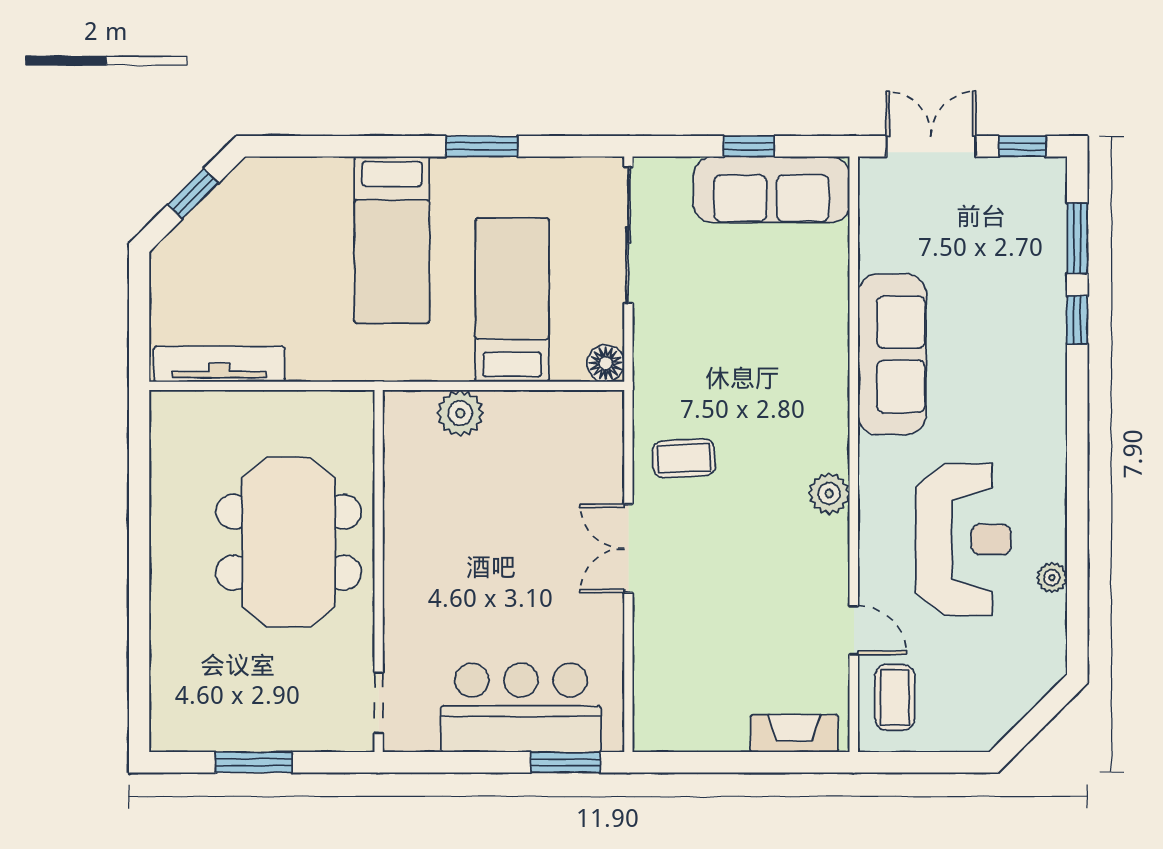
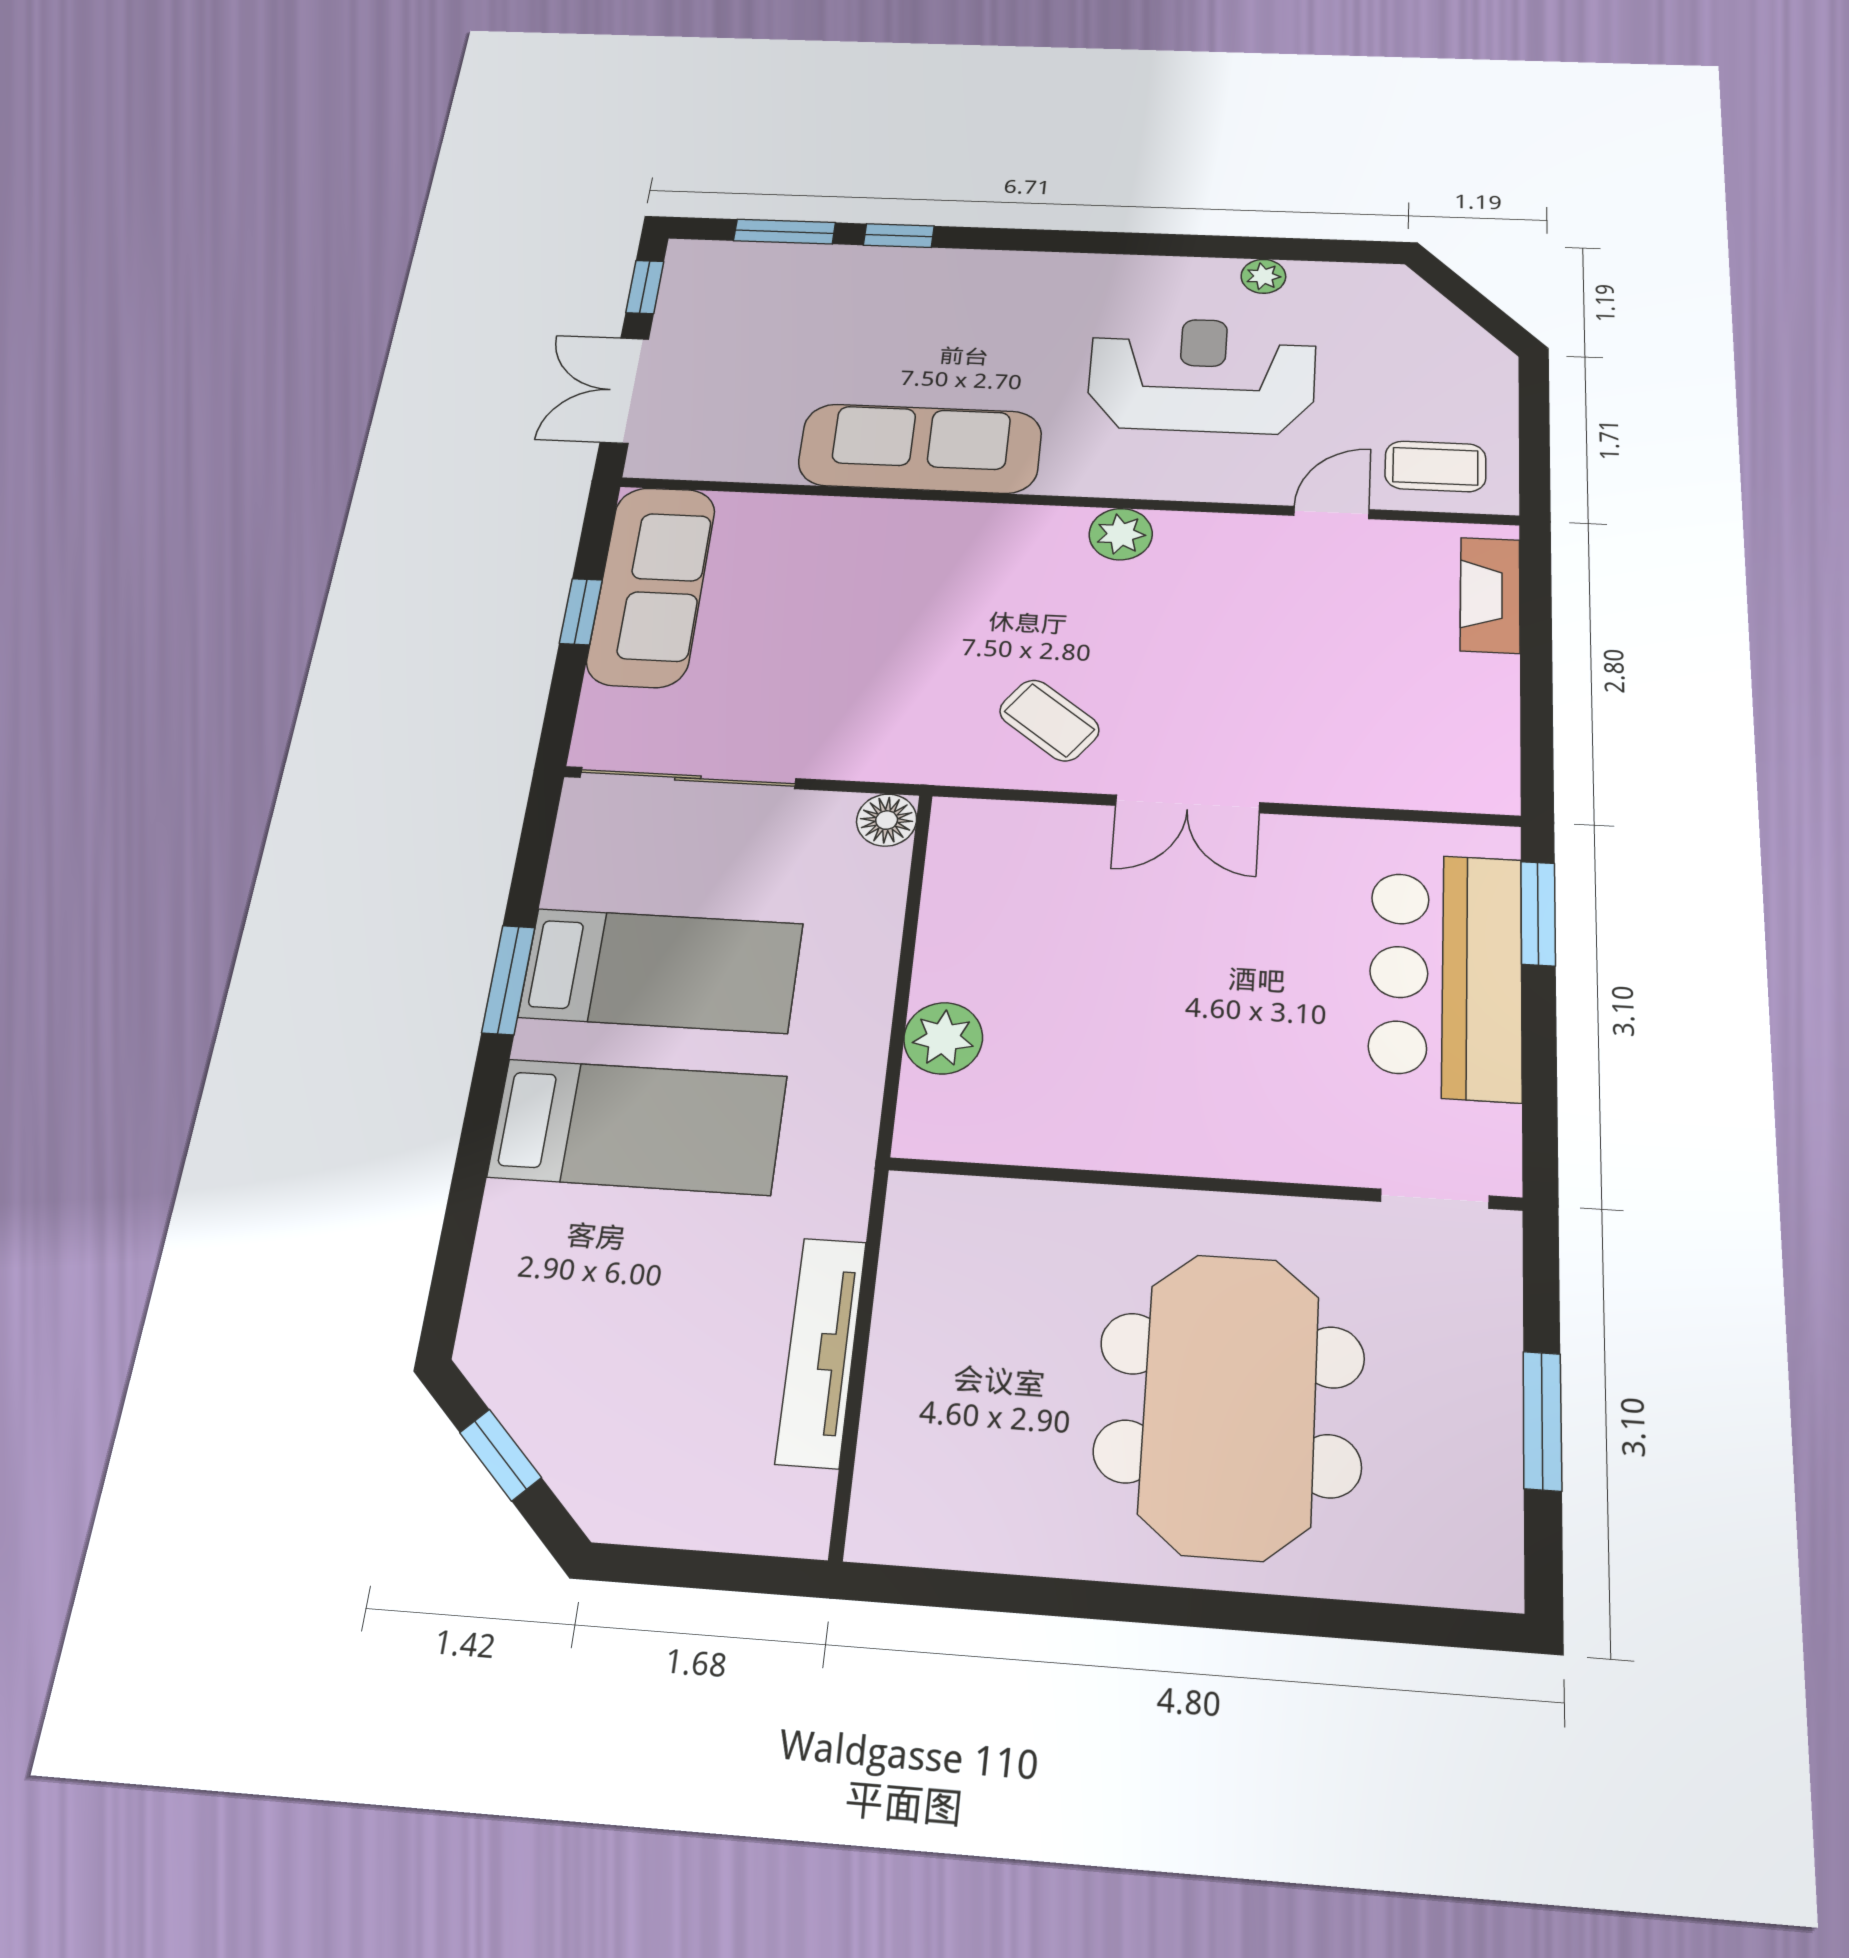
bed: (512, 300) -> (661, 970), moved, turned 180
tv unit: (219, 364) -> (821, 1351), moved
coffee table: (684, 458) -> (1049, 720), turned -50
meeting table: (289, 542) -> (1230, 1404), moved, turned 90

